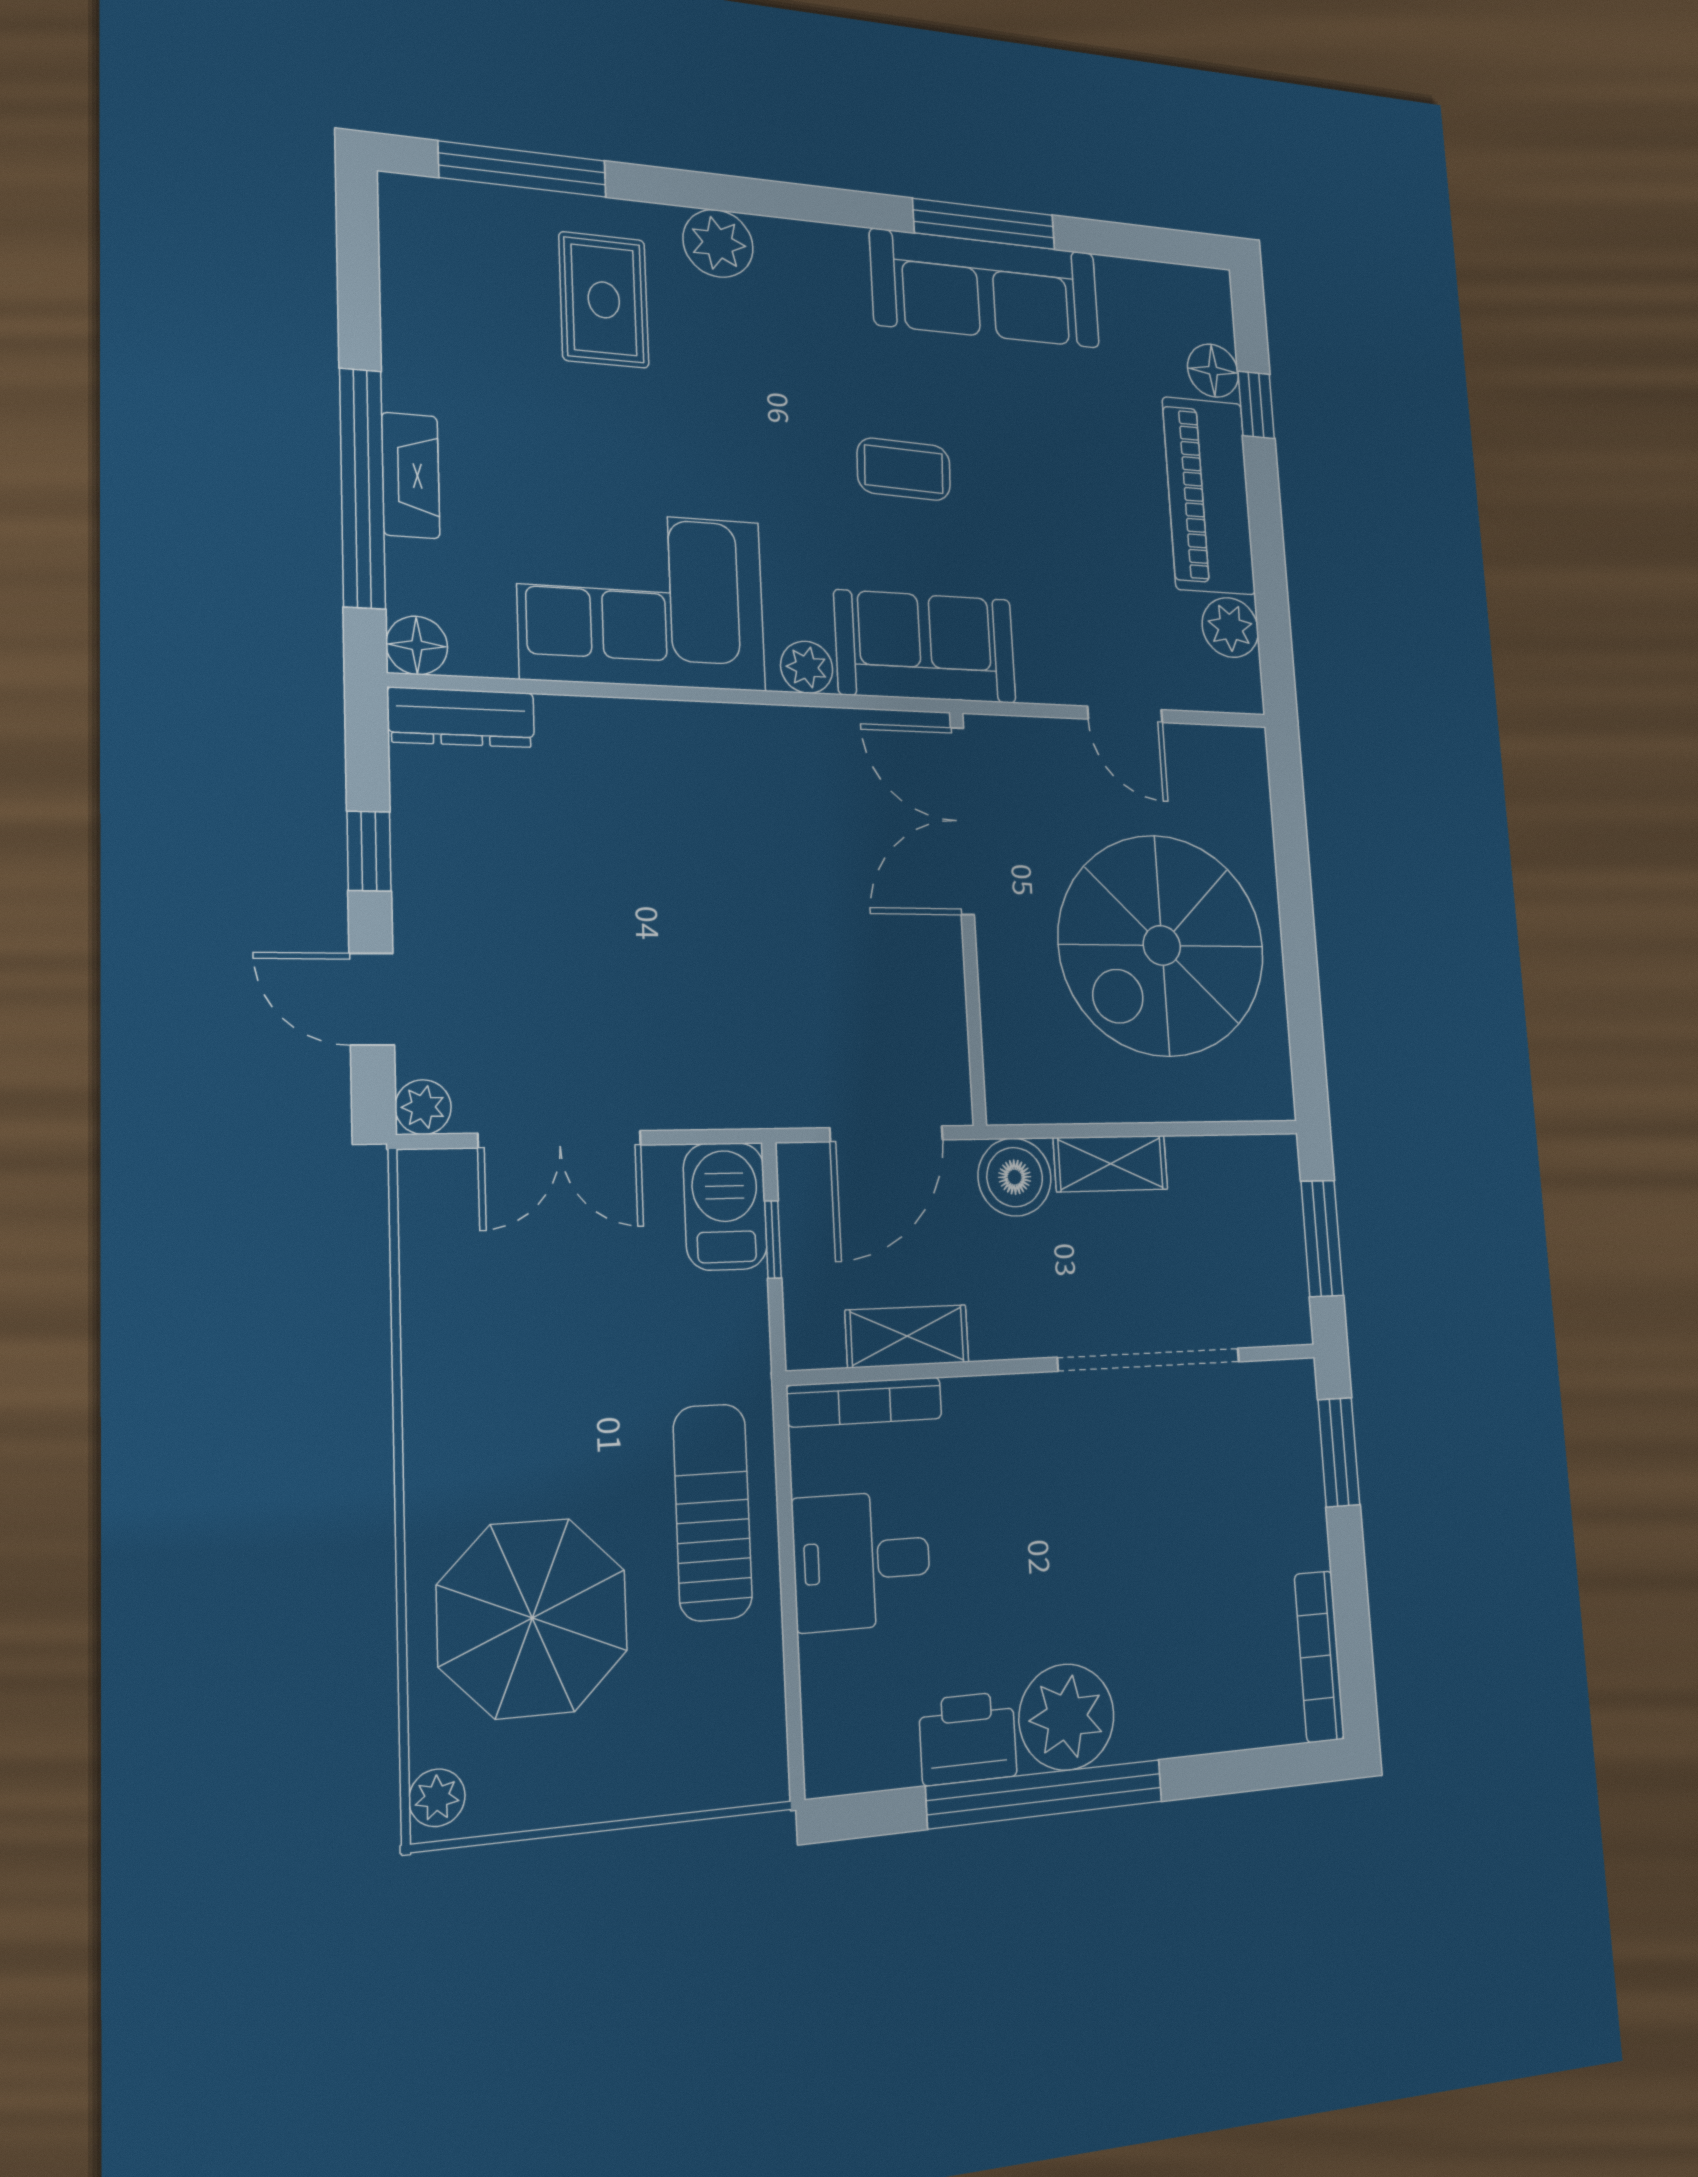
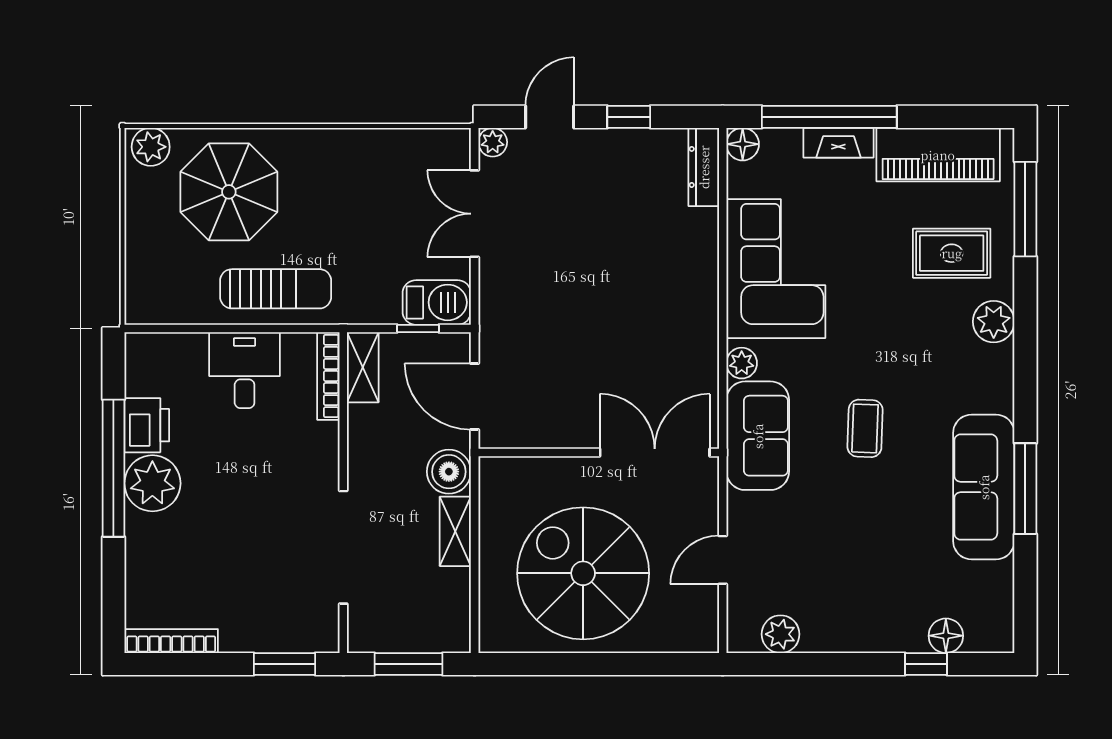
piano: (1209, 496) -> (938, 155), moved, turned 180
shelving: (907, 1336) -> (363, 367), moved
plant: (437, 1798) -> (151, 147), width x1.38, depth x1.38

